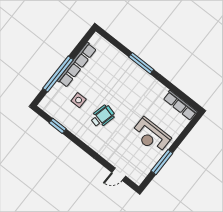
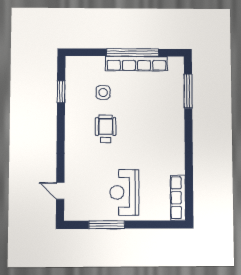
window: (141, 63) -> (188, 91), moved
window: (58, 74) -> (133, 53), moved
wheelchair: (103, 116) -> (106, 129), turned -104

